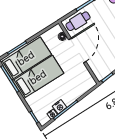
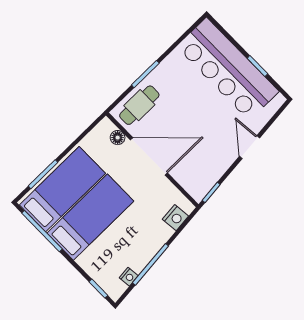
door: (77, 50) -> (149, 156), hinge flipped
nightstand: (60, 107) -> (175, 218), moved

